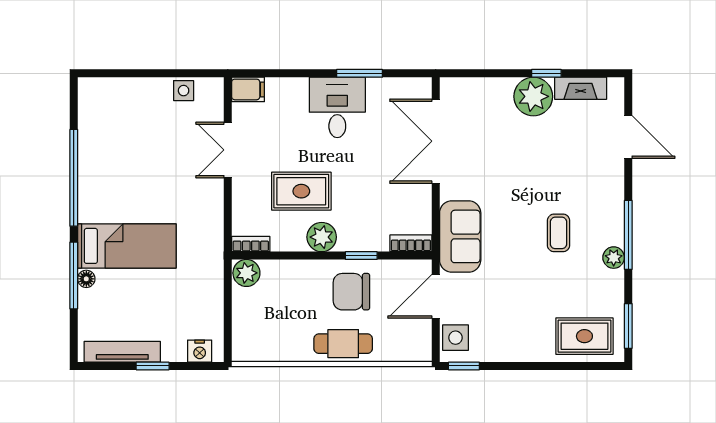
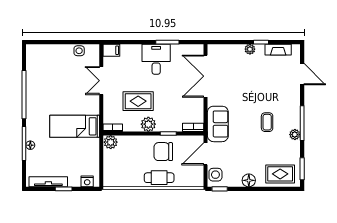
plant: (533, 96) -> (250, 49), width x0.53, depth x0.53
bed: (127, 246) -> (75, 126), moved, turned 180
floor lamp: (522, 349) -> (249, 180), added

